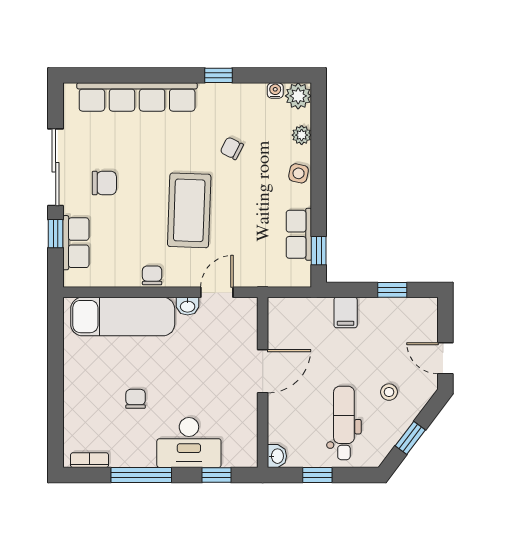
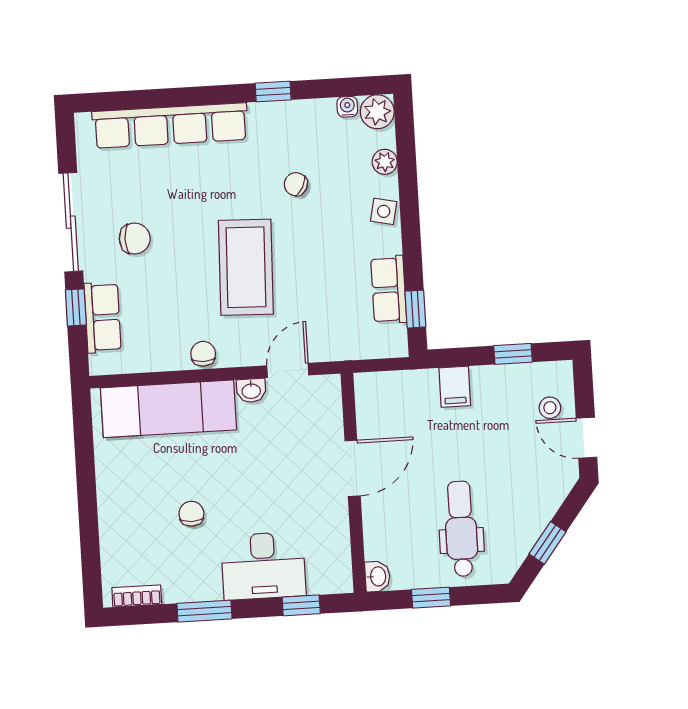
stool: (389, 392) -> (550, 408), moved
window: (141, 475) -> (204, 611), width x0.69

